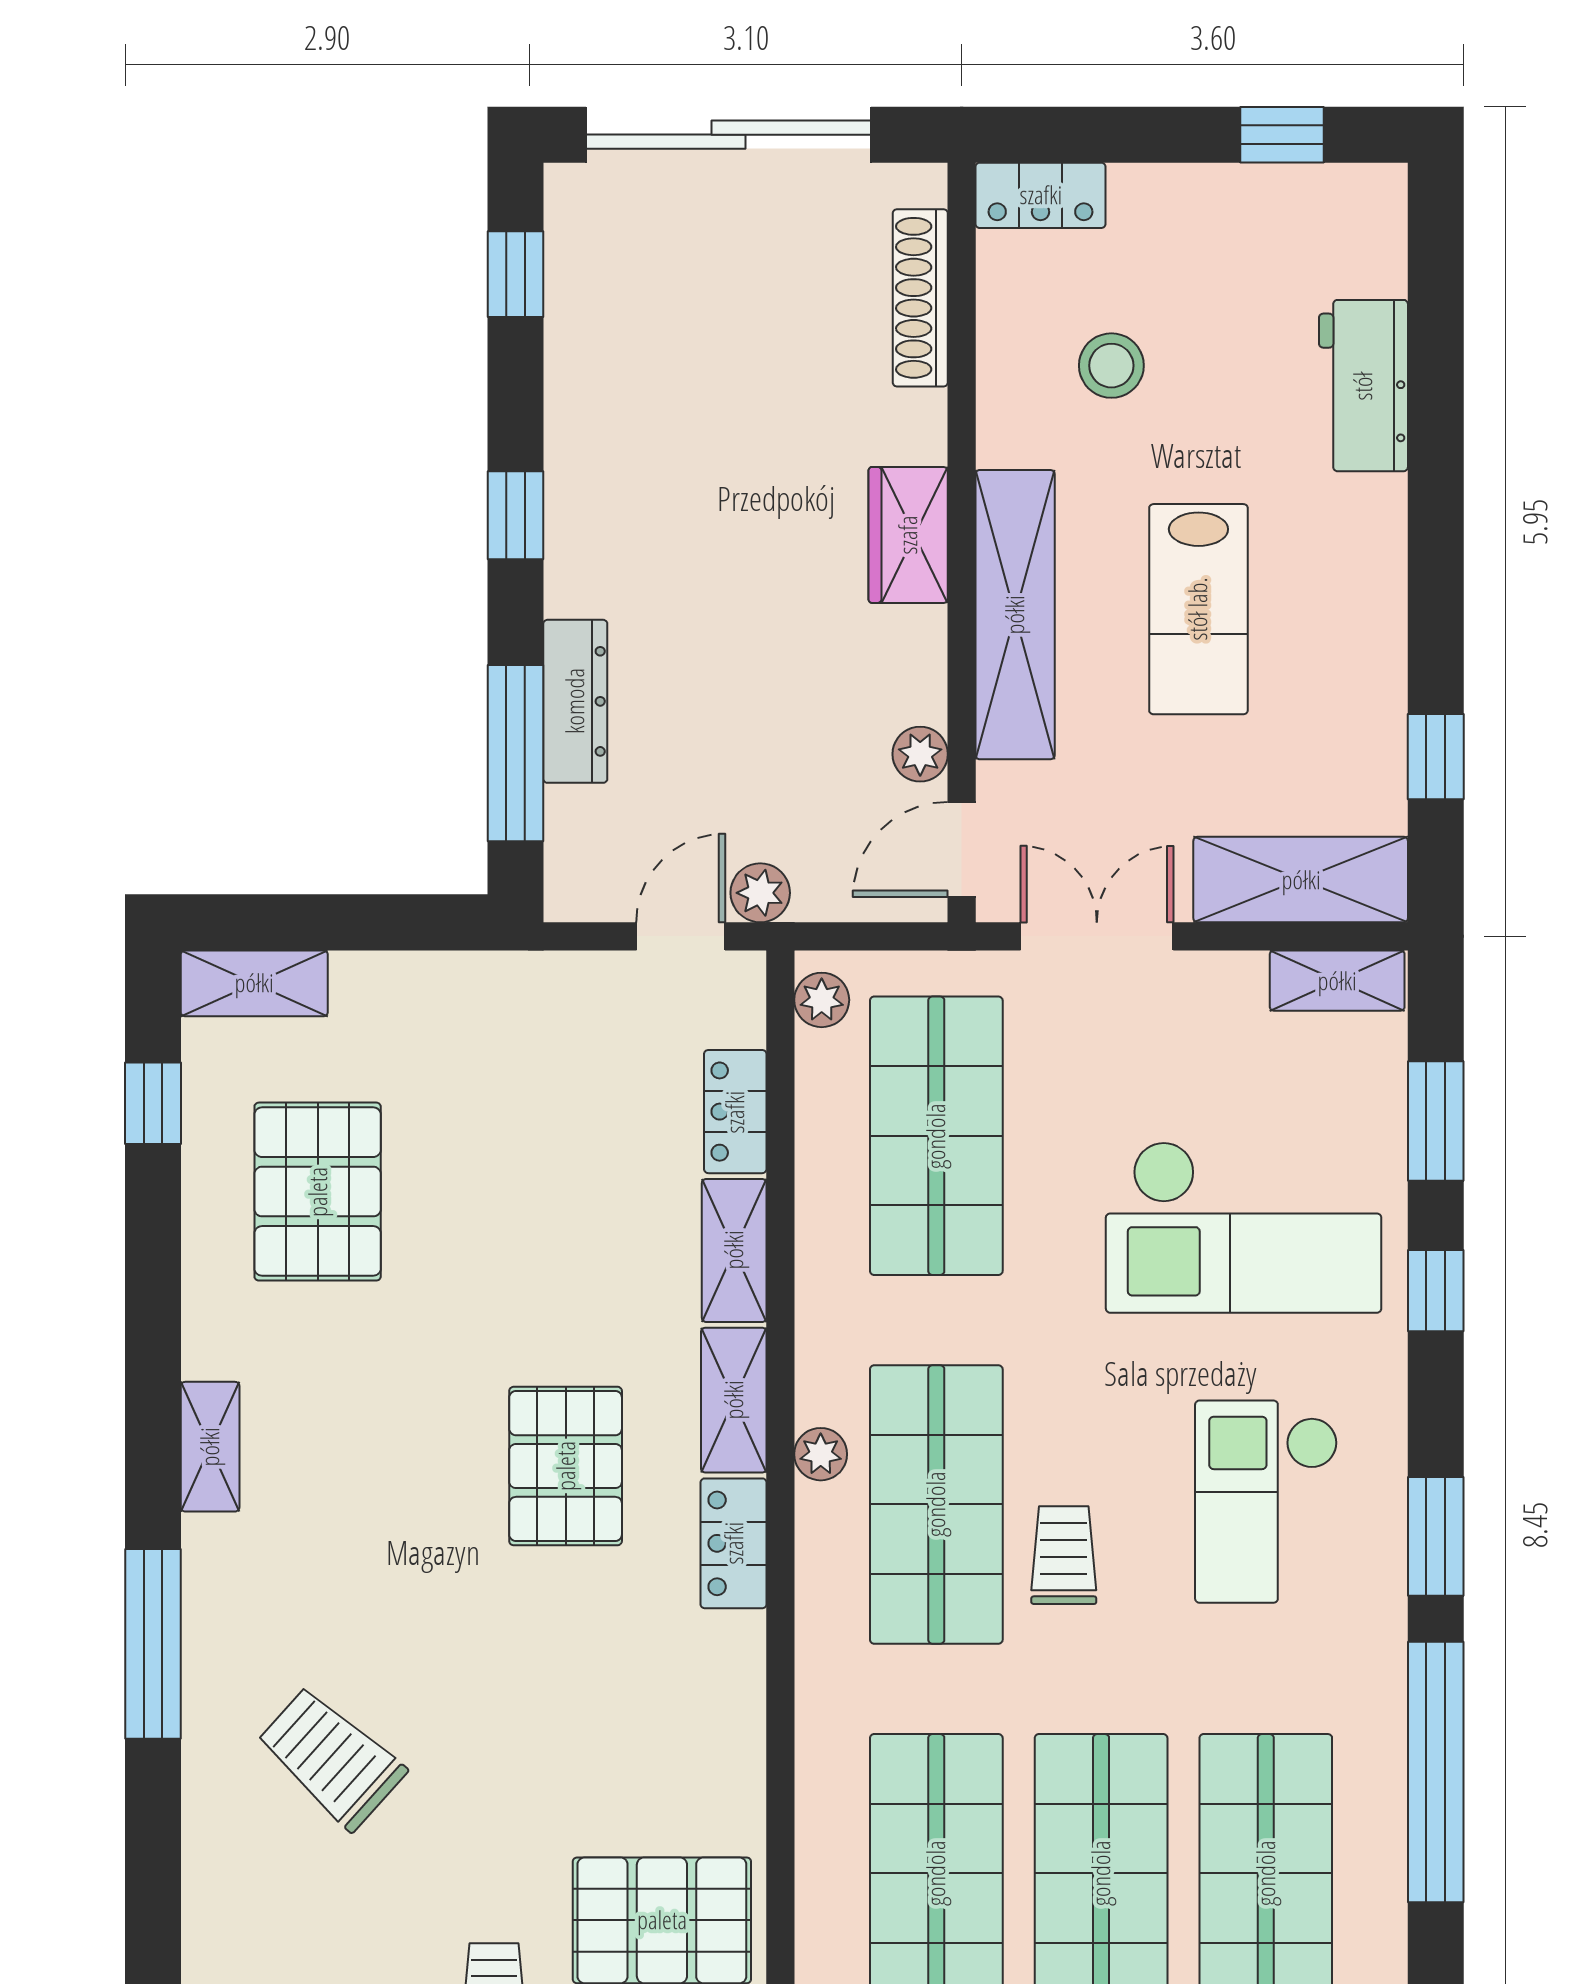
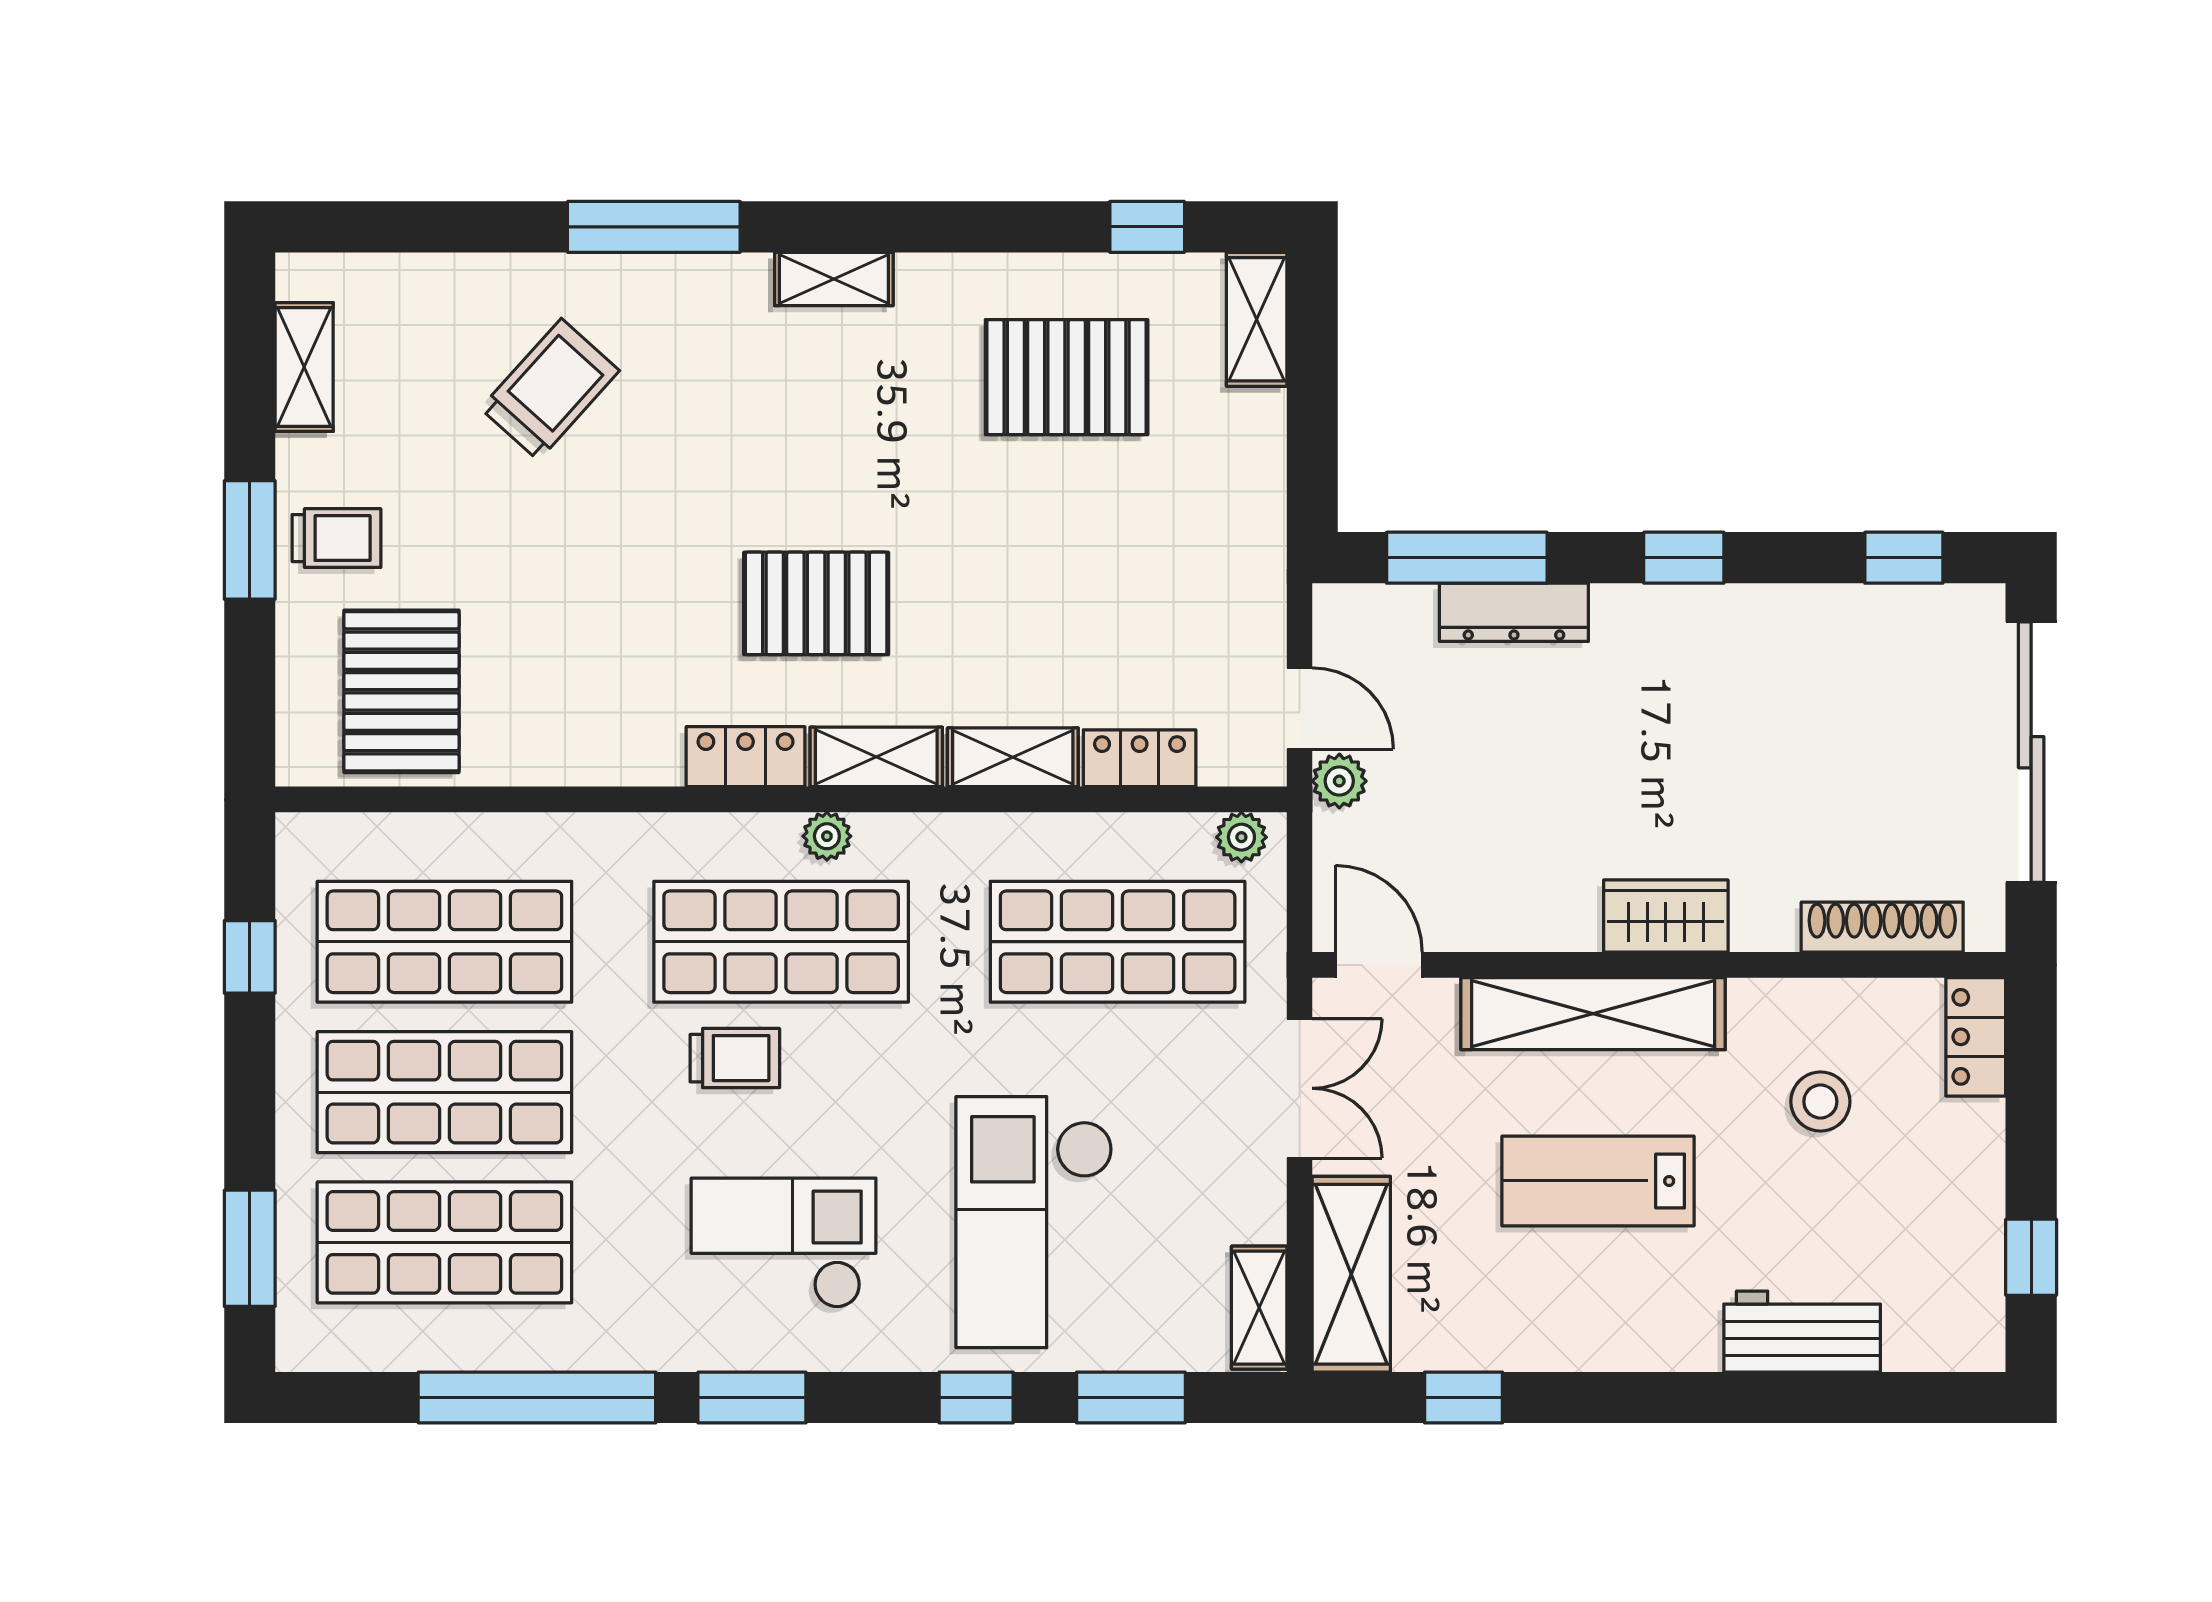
plant: (920, 754) -> (1466, 927), removed

